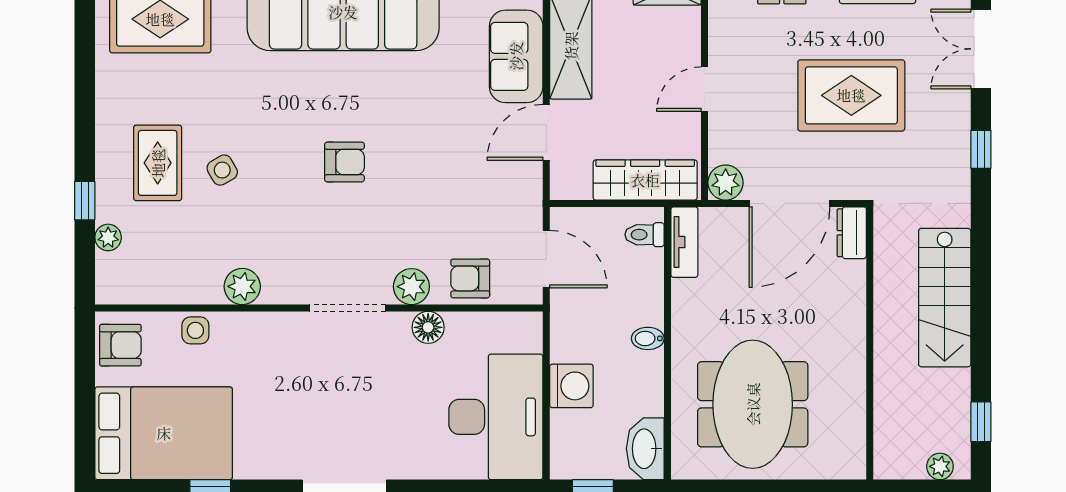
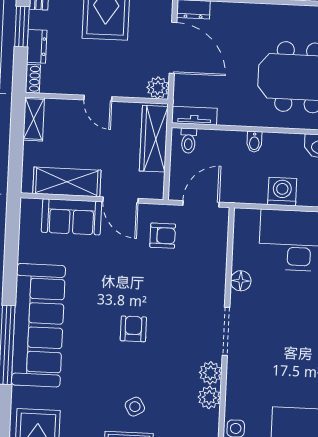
armchair: (470, 278) -> (163, 236), moved, turned -90
plant: (411, 287) -> (210, 373), moved

